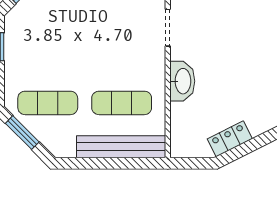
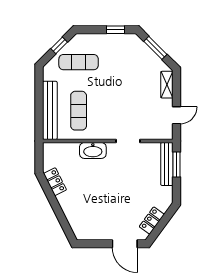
exercise mat: (48, 103) -> (79, 62), turned 90
window: (22, 133) -> (59, 45), width x0.67

